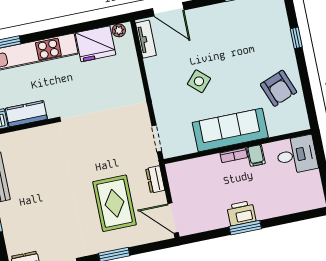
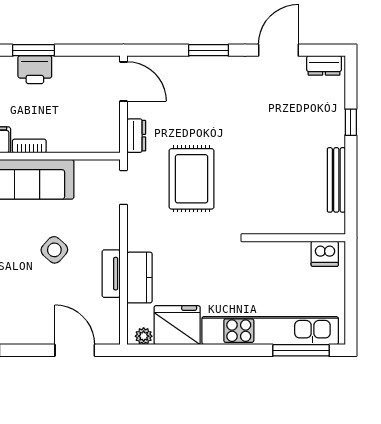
tv unit: (146, 39) -> (111, 274), moved
kitchen counter: (26, 114) -> (140, 278), moved, turned -90
rug: (115, 203) -> (192, 179), moved

